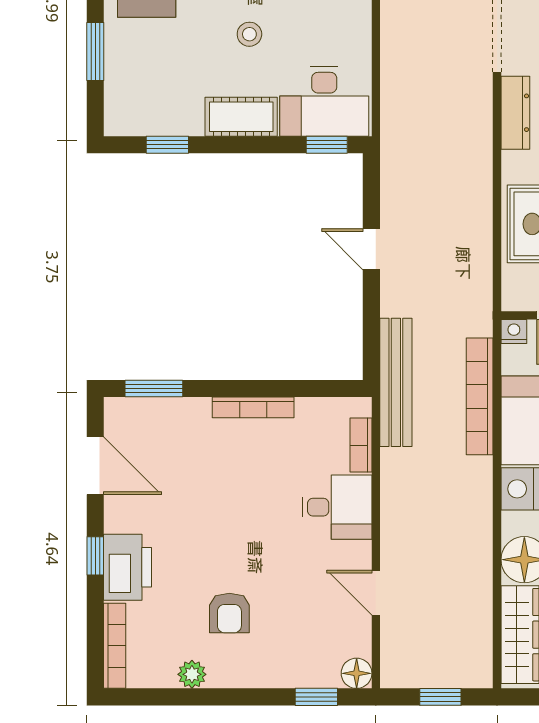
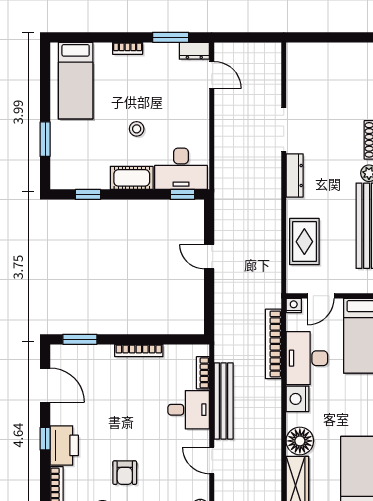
bench: (396, 382) -> (224, 401), moved

